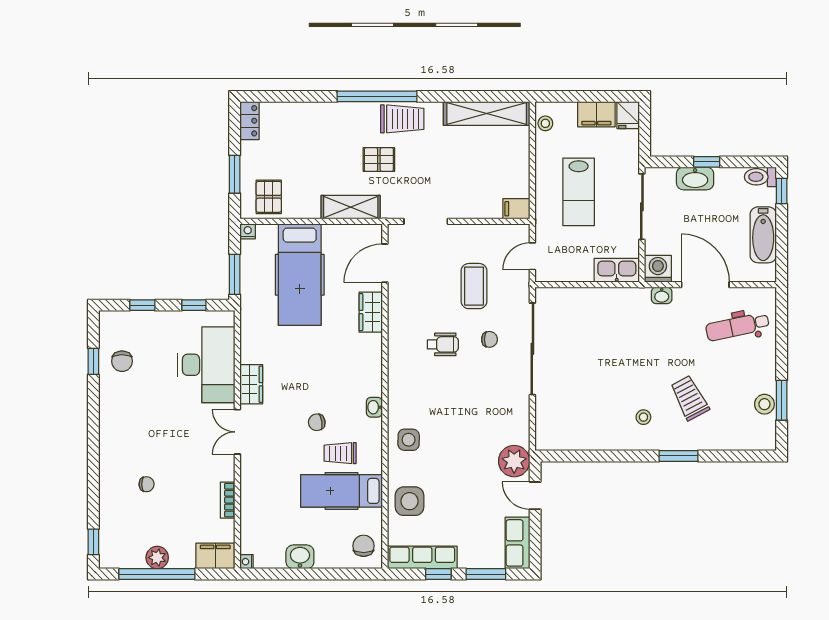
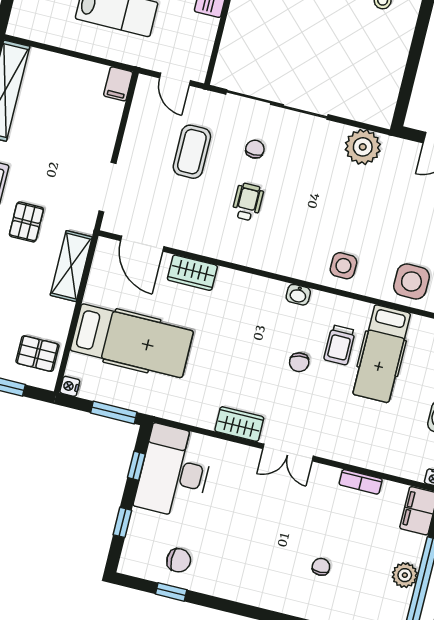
stool: (545, 123) -> (32, 29), removed
coffee table: (474, 286) -> (192, 152), turned 90
desk: (206, 365) -> (174, 472), moved, turned -90
plant: (514, 461) -> (363, 147), moved

